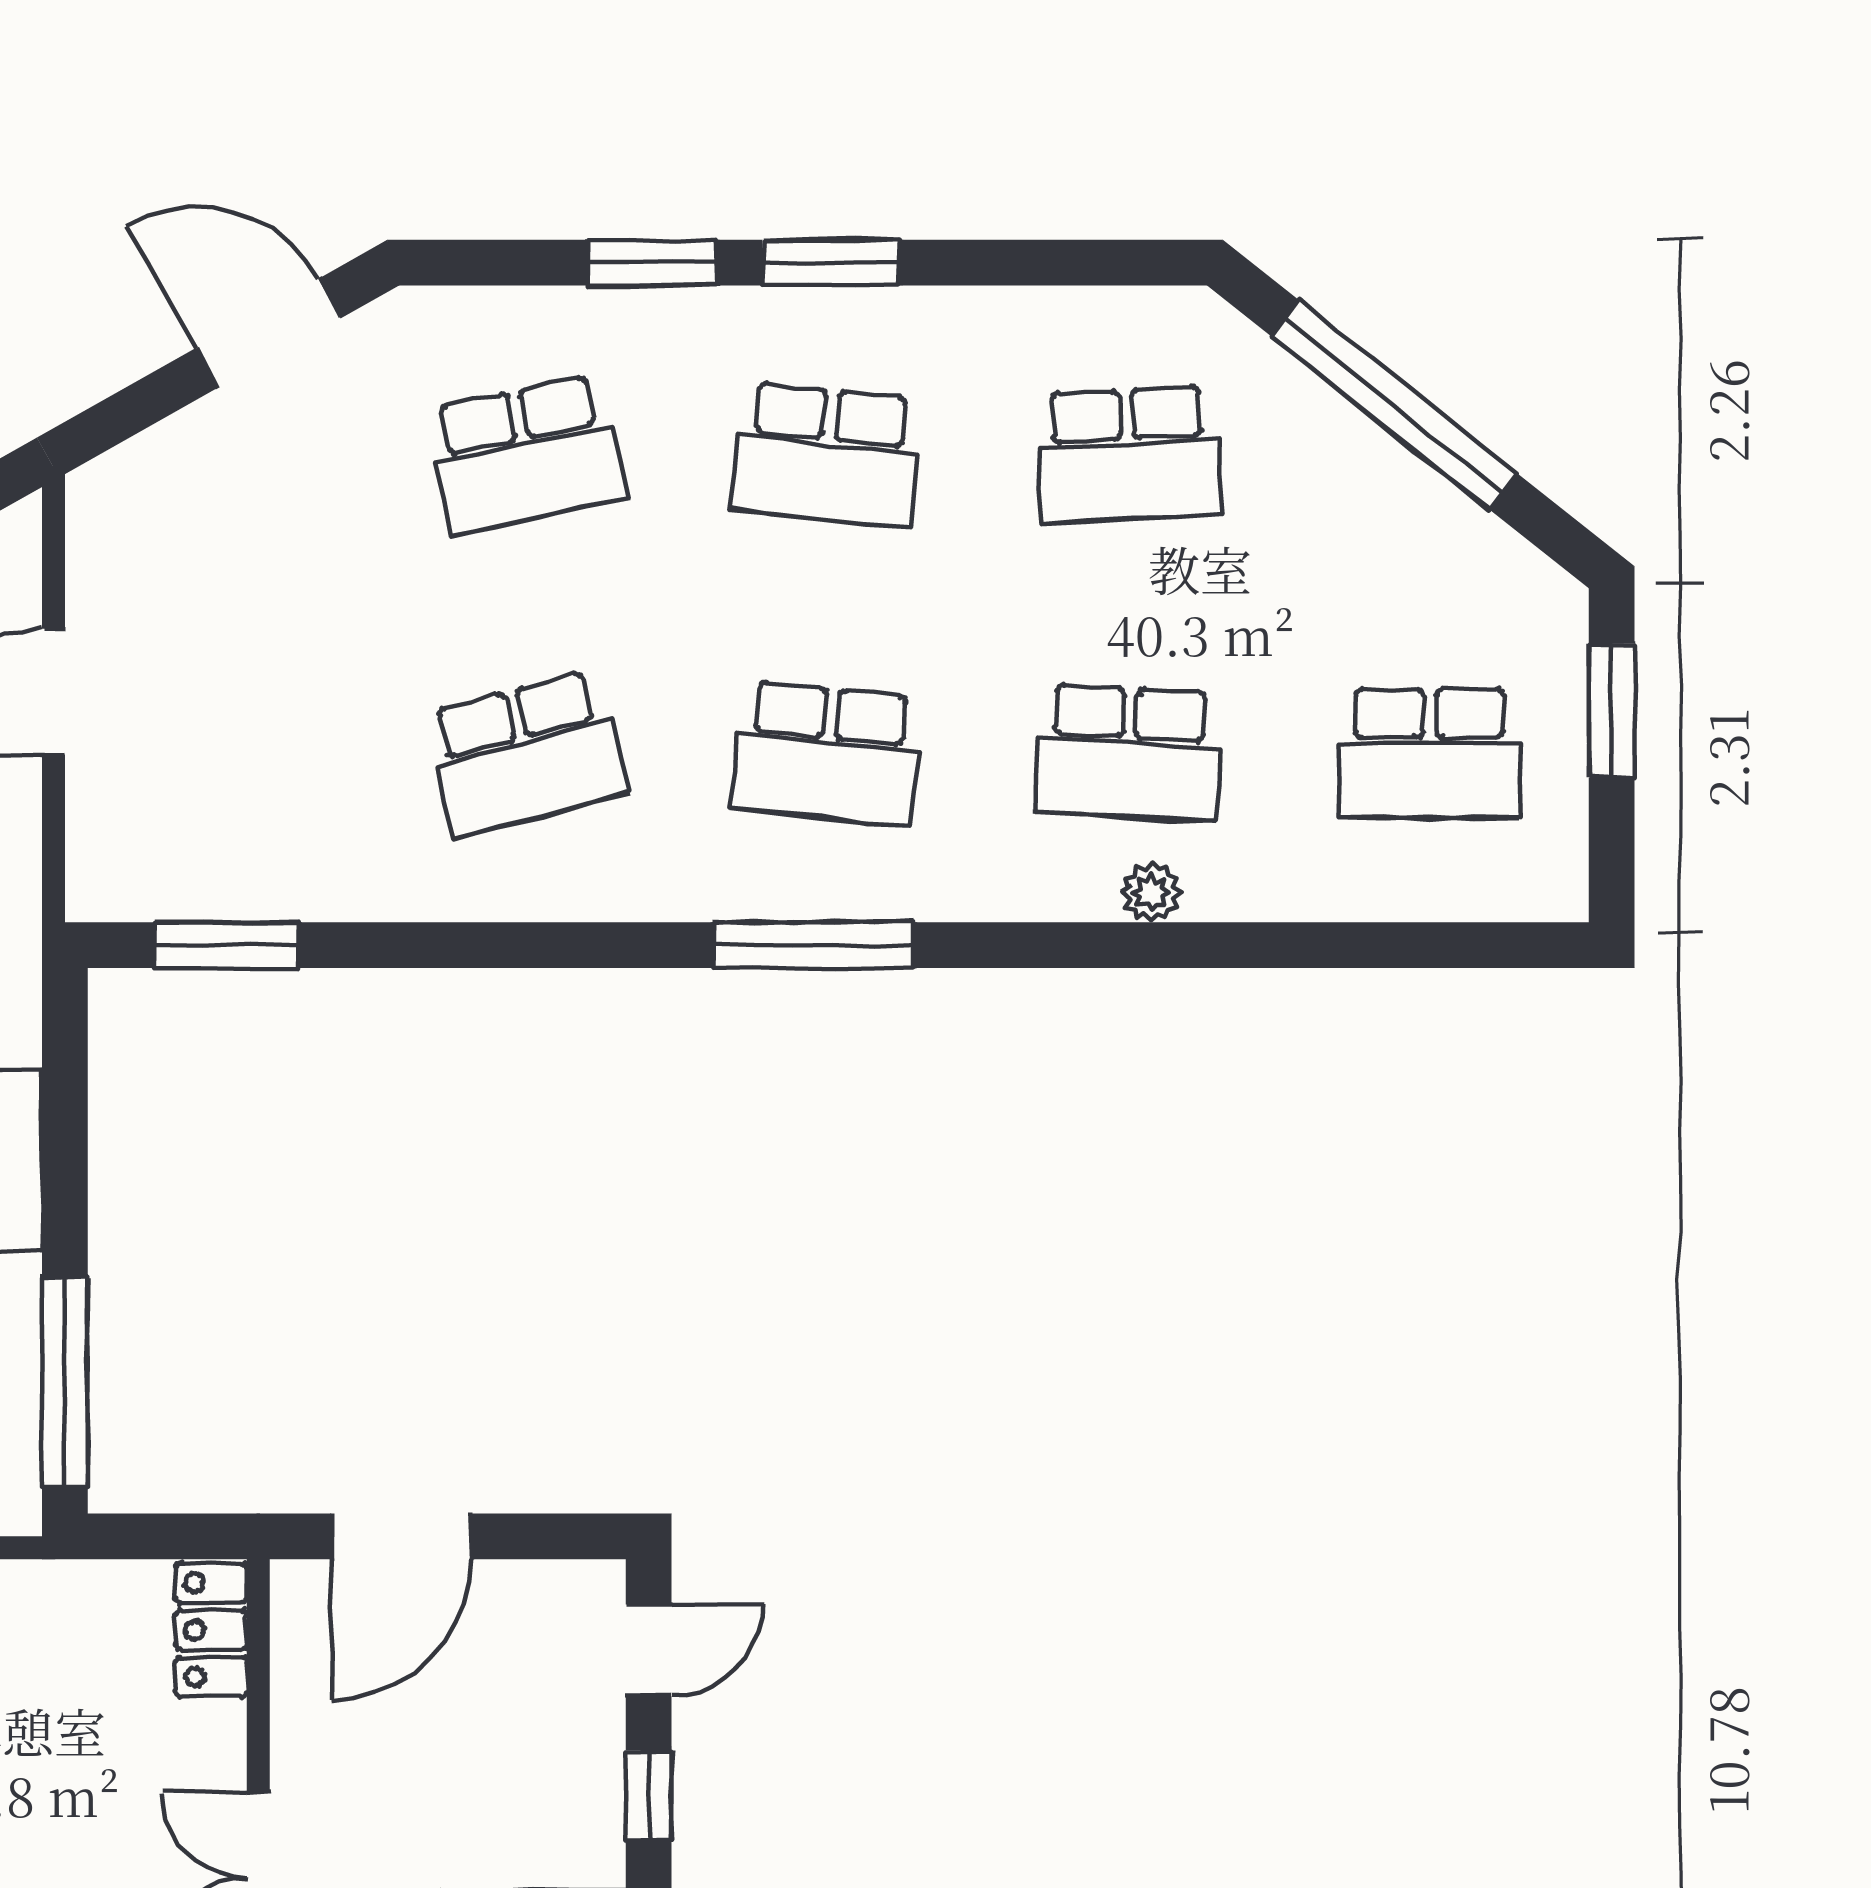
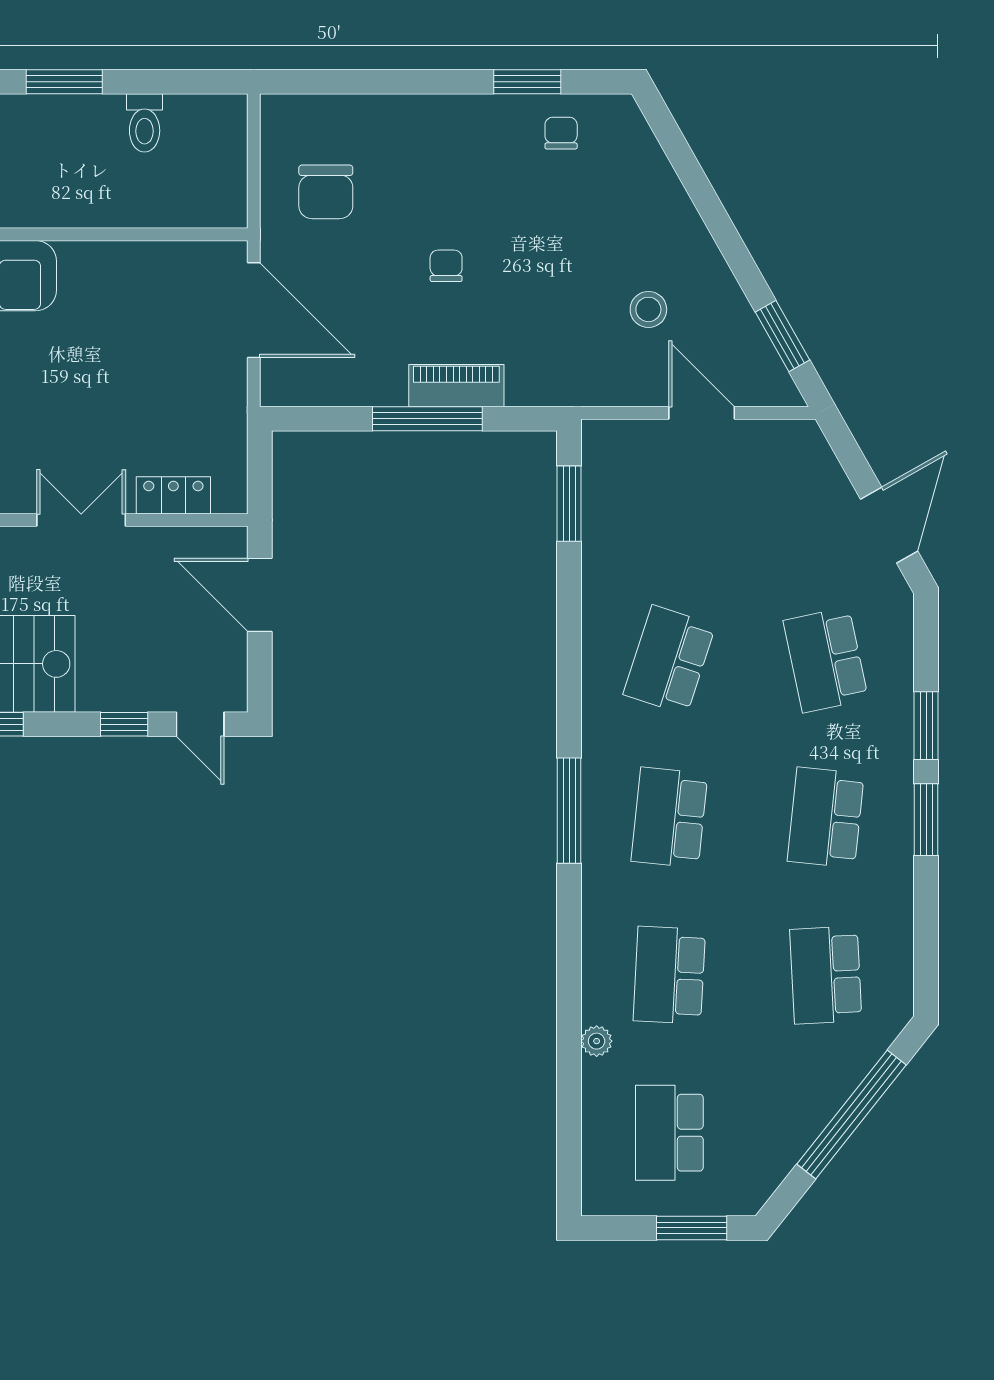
school desk: (526, 753) -> (669, 660), turned 33
plant: (1151, 893) -> (597, 1041), moved
window: (65, 1382) -> (427, 419), moved
locker: (211, 1630) -> (173, 495), moved

